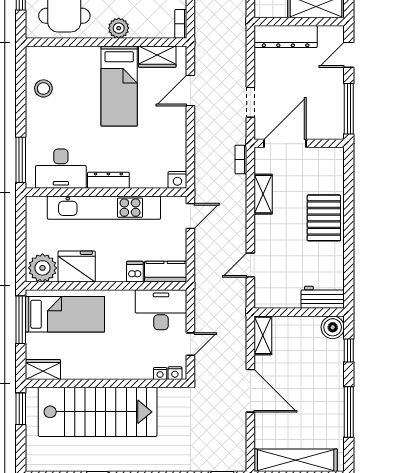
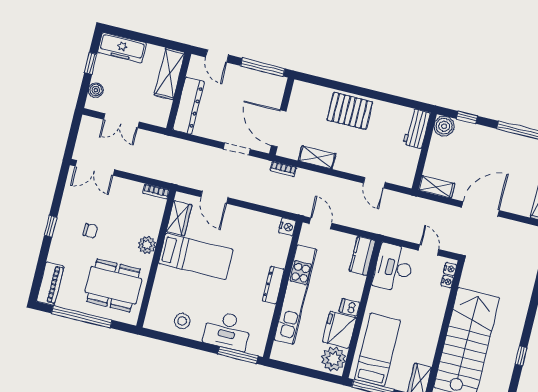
desk: (61, 169) -> (227, 330), moved, turned 90
dishwasher: (135, 272) -> (350, 307), moved

